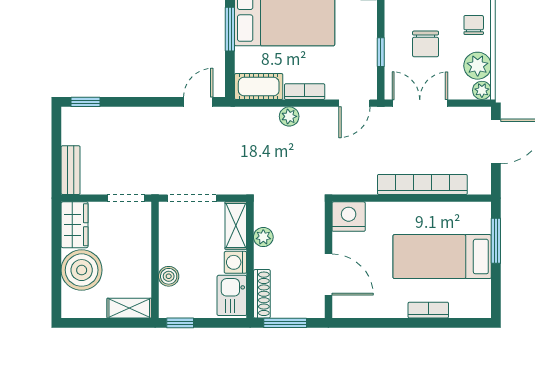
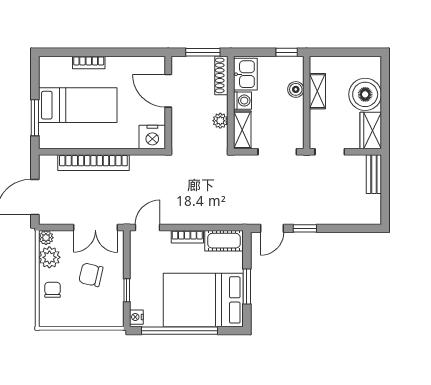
chair: (474, 25) -> (53, 290), turned 180
chair: (426, 44) -> (91, 275), turned -77
window: (381, 52) -> (127, 290), moved
window: (85, 102) -> (305, 228), moved
plant: (289, 116) -> (200, 217), removed
shelving: (129, 308) -> (317, 91), moved, turned 90

